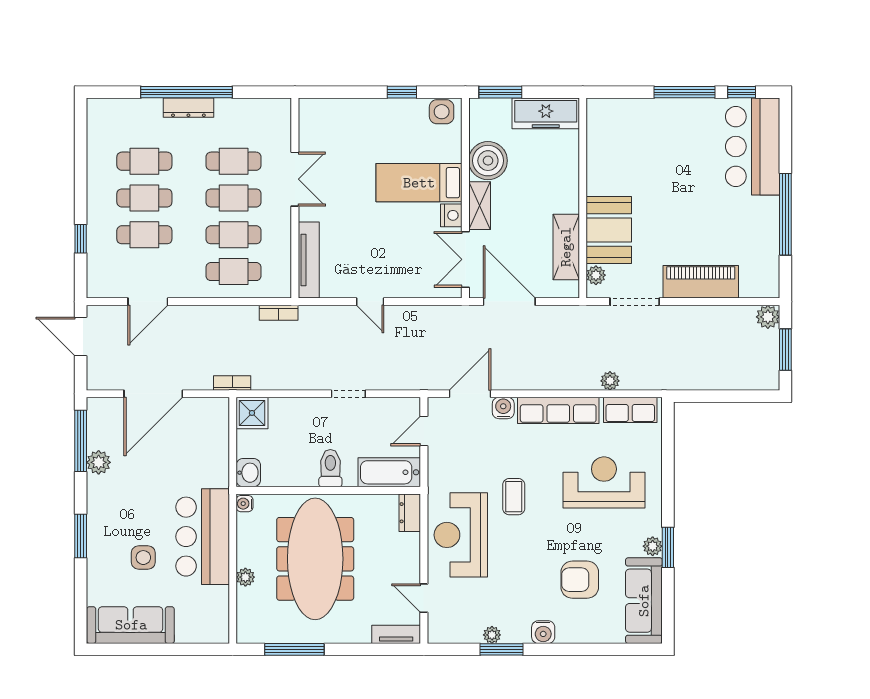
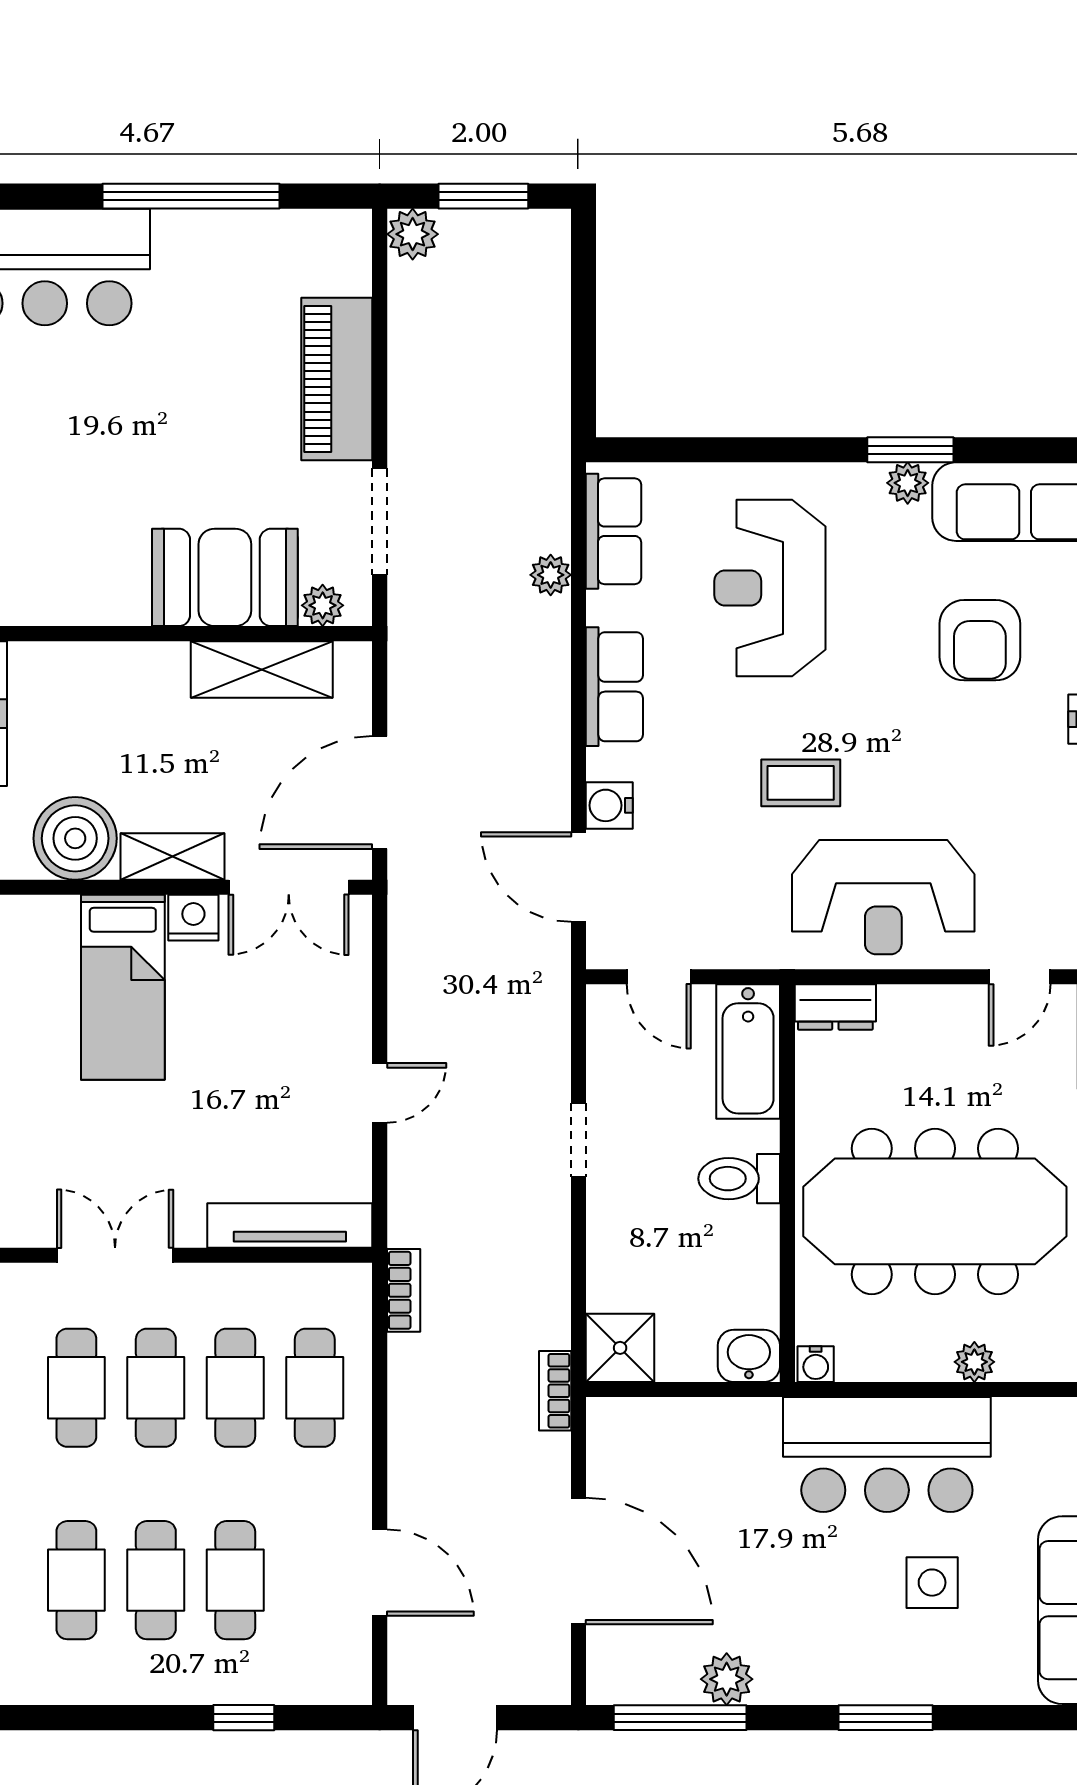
row of seats: (558, 410) -> (614, 687), width x0.68

